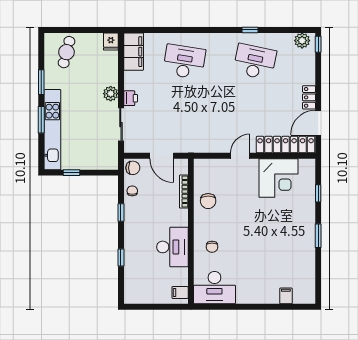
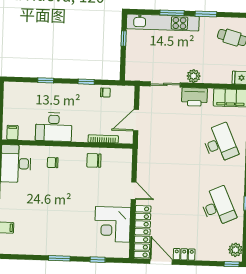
desk: (184, 62) -> (220, 143), turned -33
desk: (255, 62) -> (218, 207), turned -36
printer: (131, 98) -> (194, 97), width x1.87, depth x1.48
chair: (133, 168) -> (126, 94), removed

